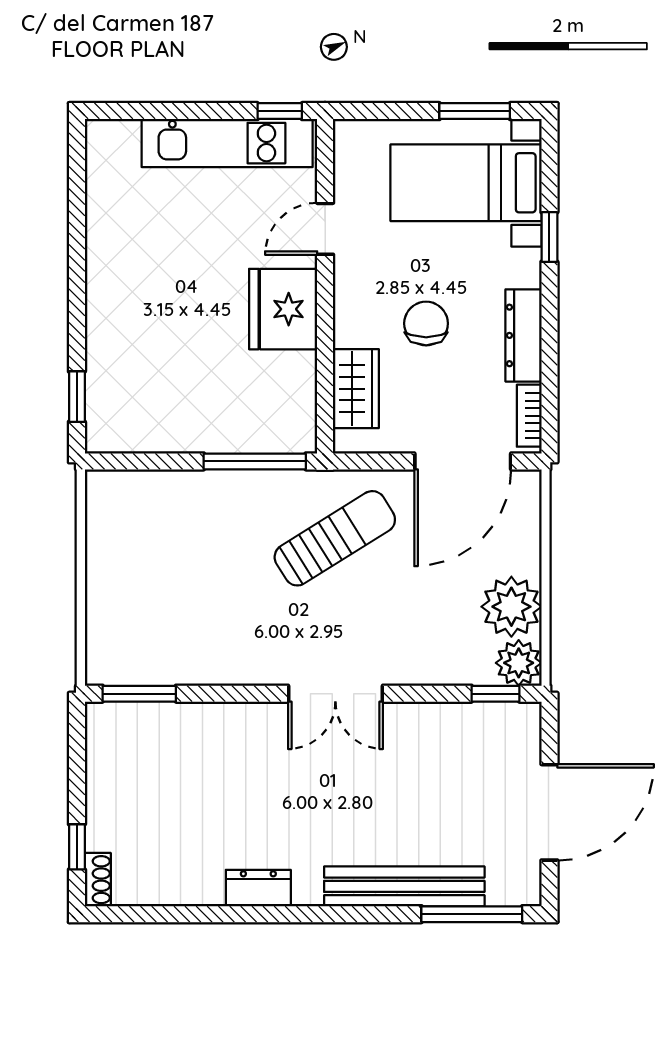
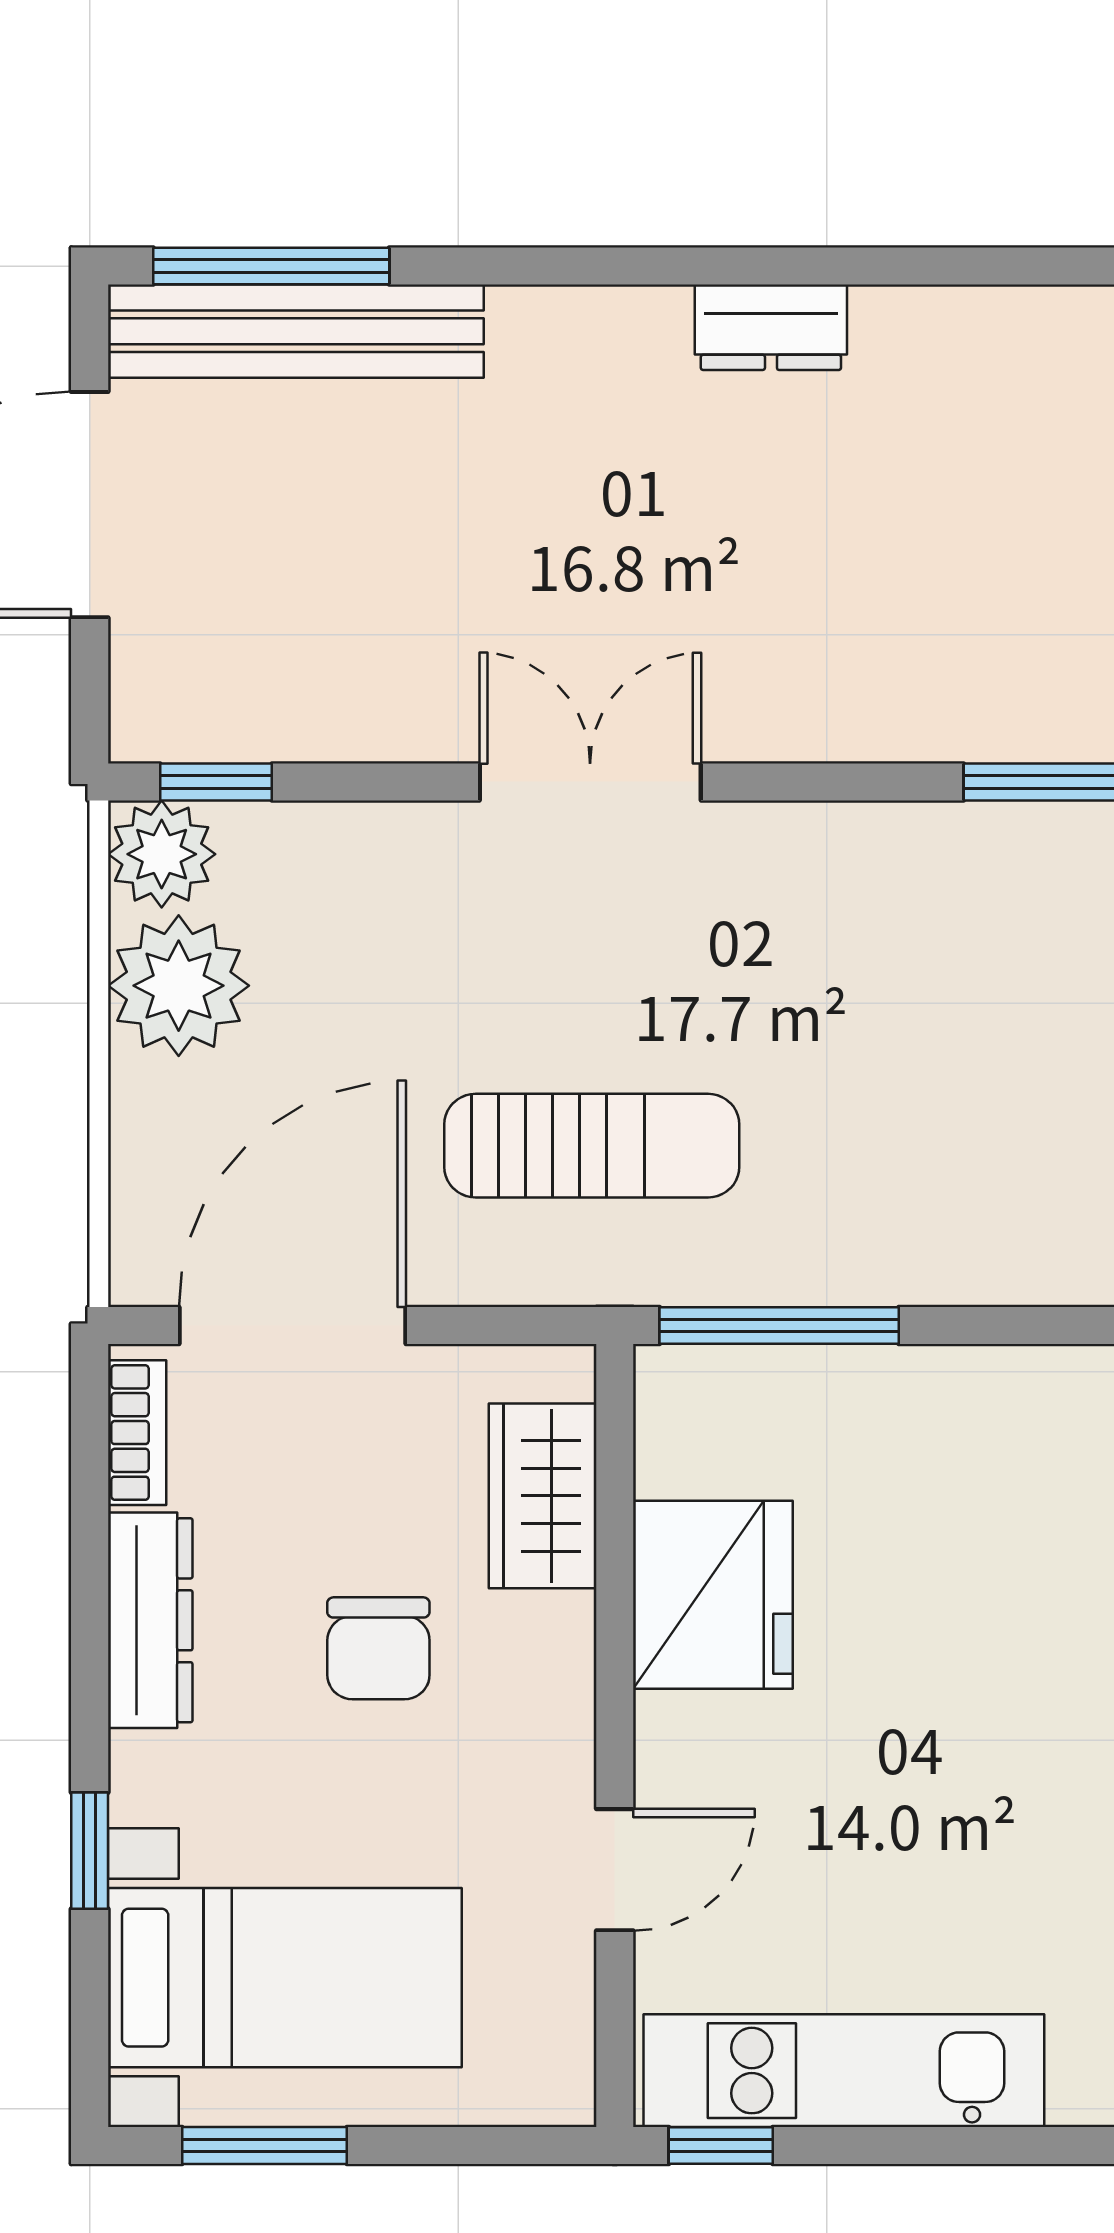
fridge: (283, 309) -> (713, 1595), moved
sun lounger: (335, 538) -> (592, 1146), turned -148
bench: (404, 886) -> (296, 331), moved

